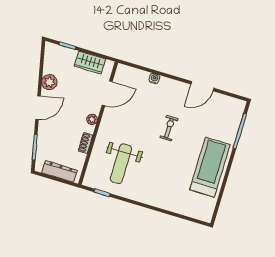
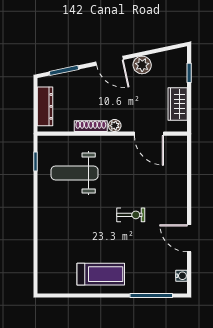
water cooler: (154, 79) -> (182, 276), moved
shoe rack: (86, 143) -> (91, 126), width x1.43
treadmill: (210, 167) -> (101, 274), width x0.73, depth x0.73

